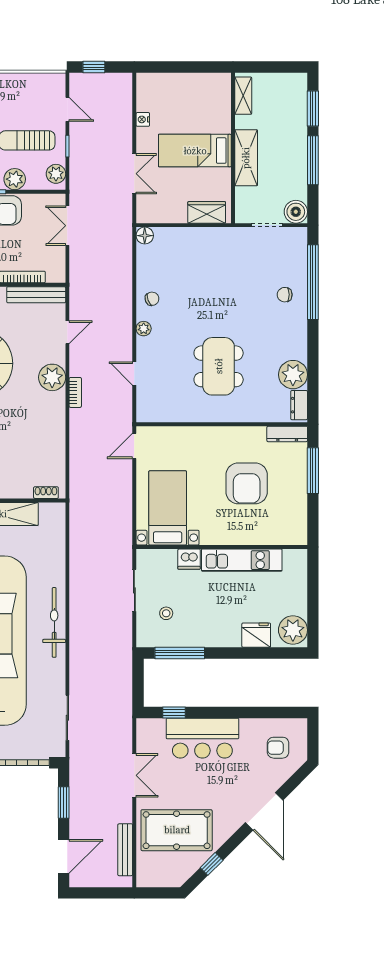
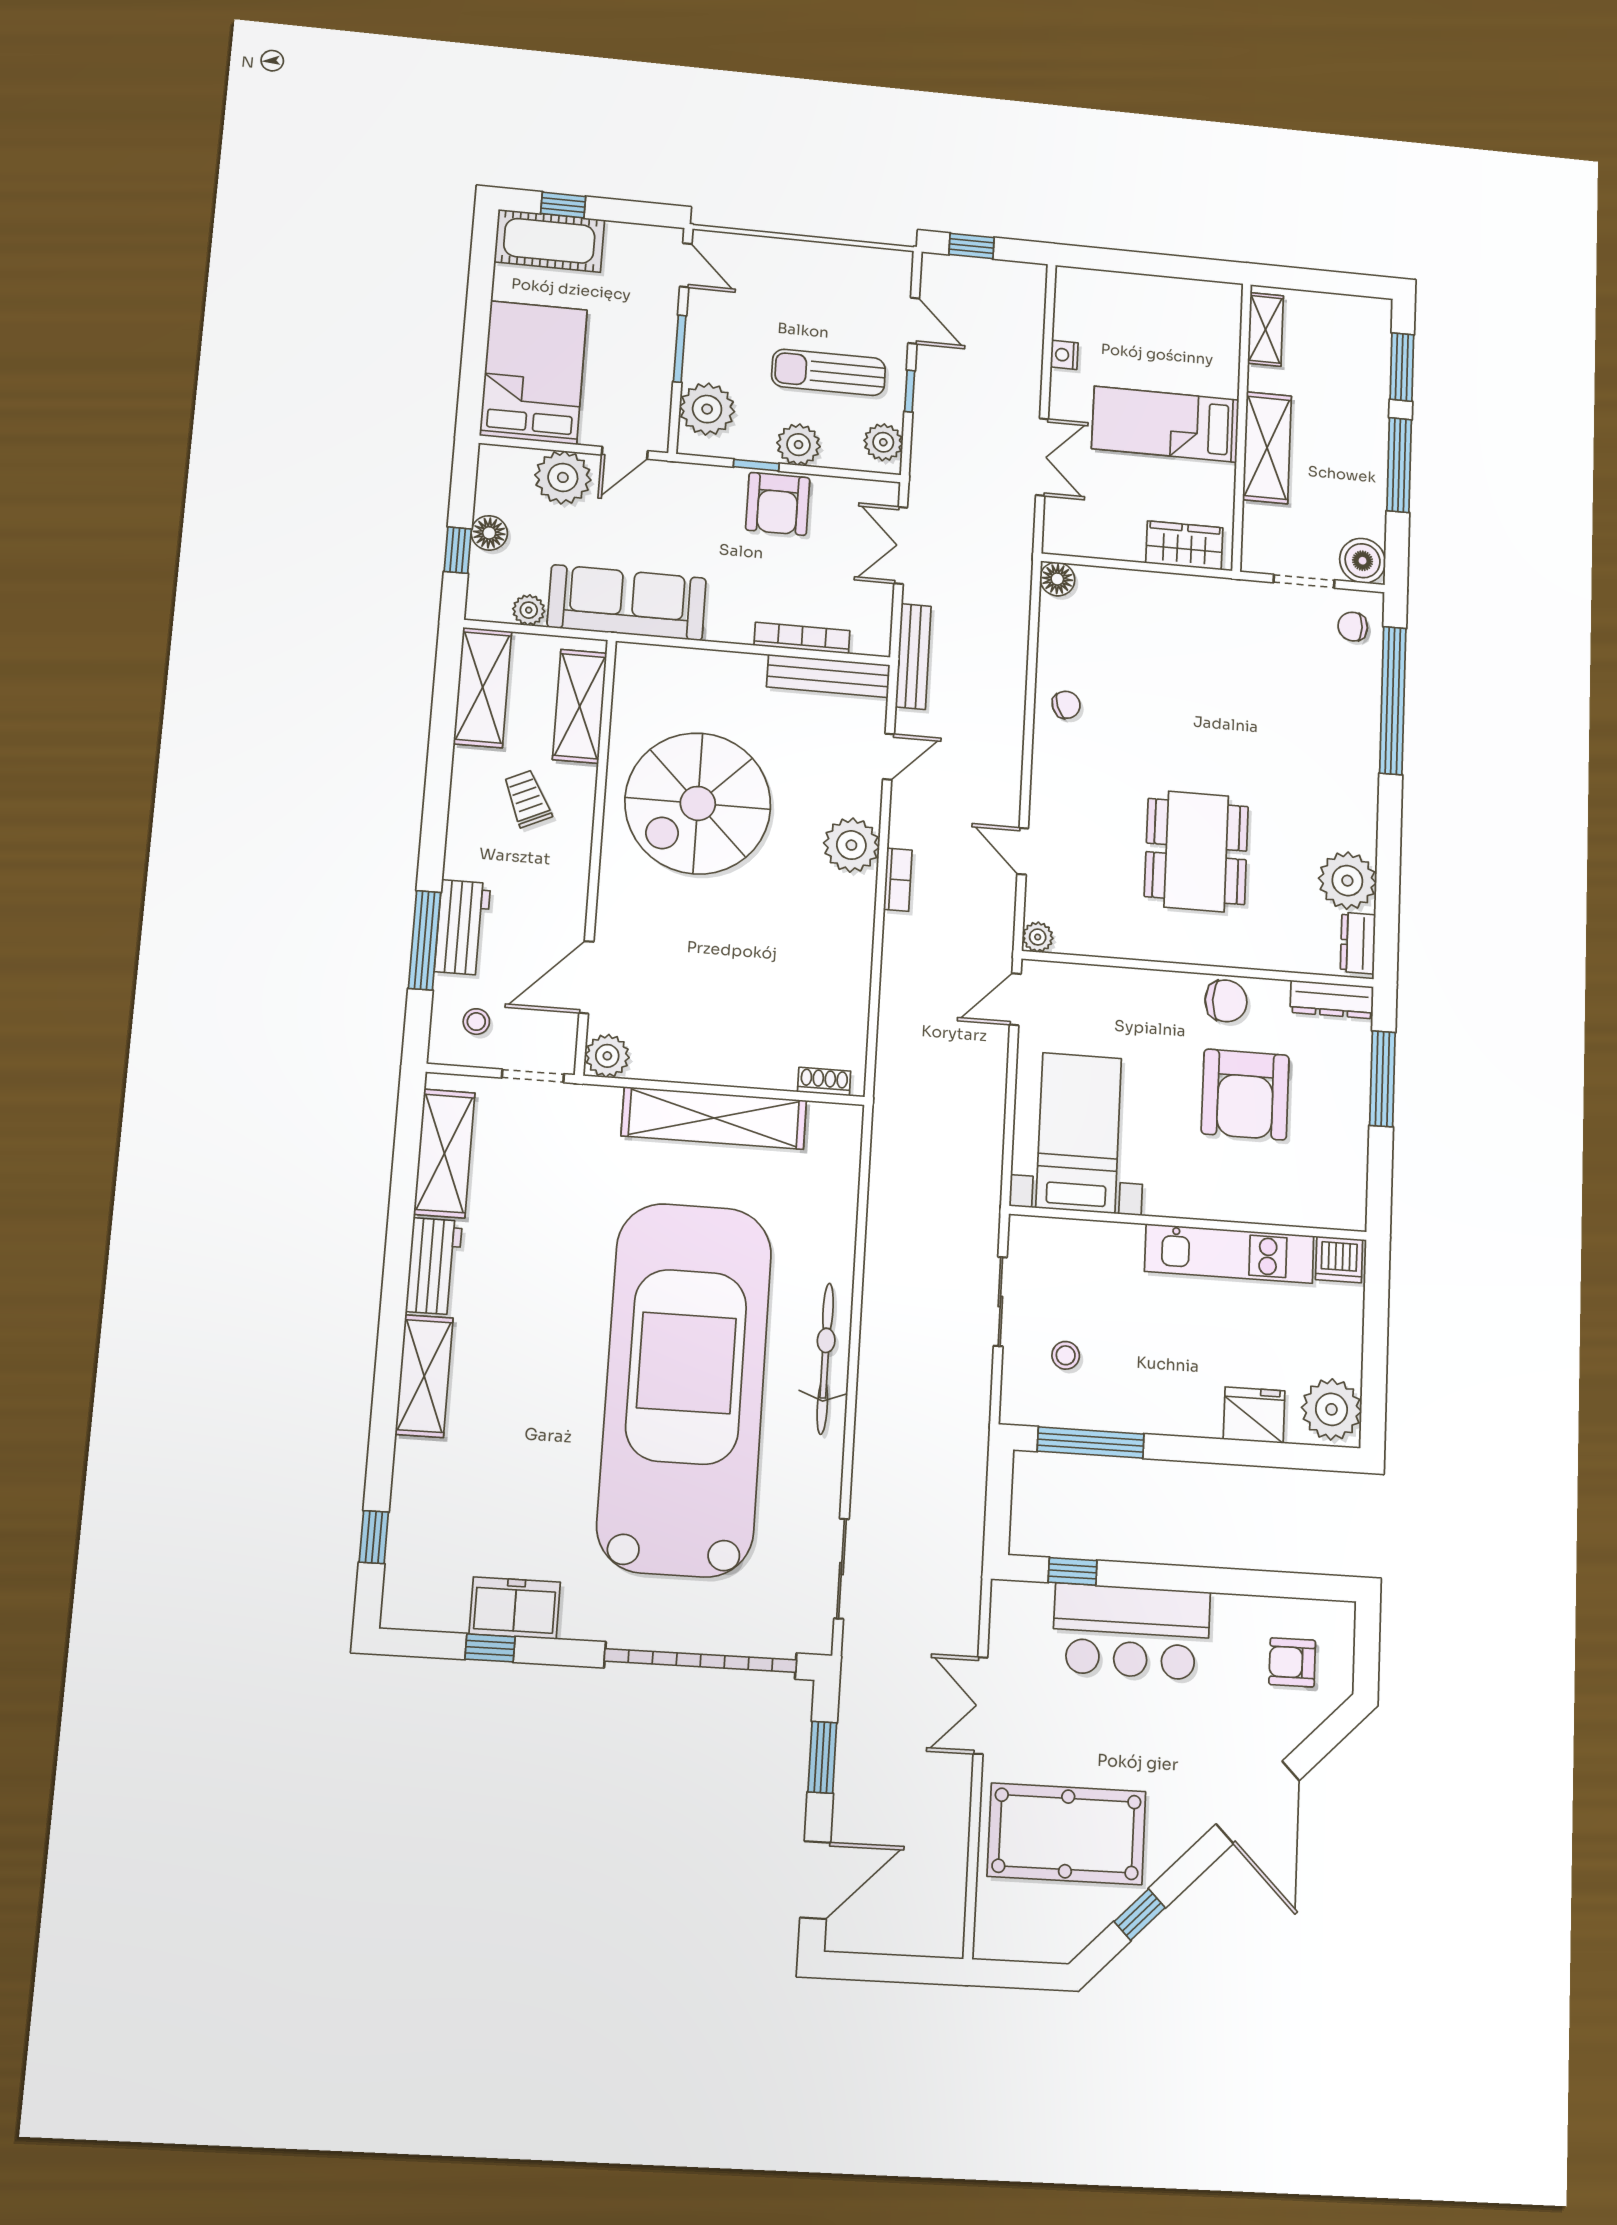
chair: (285, 295) -> (1353, 627), moved
plant: (144, 329) -> (1038, 937), moved
chair: (236, 439) -> (1226, 1001), added
dishwasher: (189, 559) -> (1339, 1259), moved
double door: (134, 775) -> (980, 1706), swing flipped
bench: (125, 850) -> (913, 657), moved

